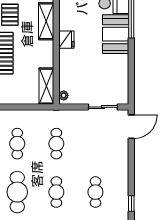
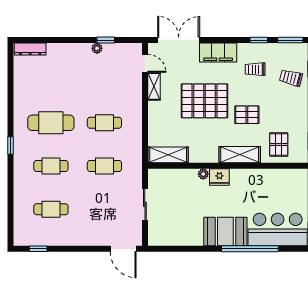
plant: (64, 95) -> (203, 174), moved
sliding door: (103, 107) -> (145, 204), moved

